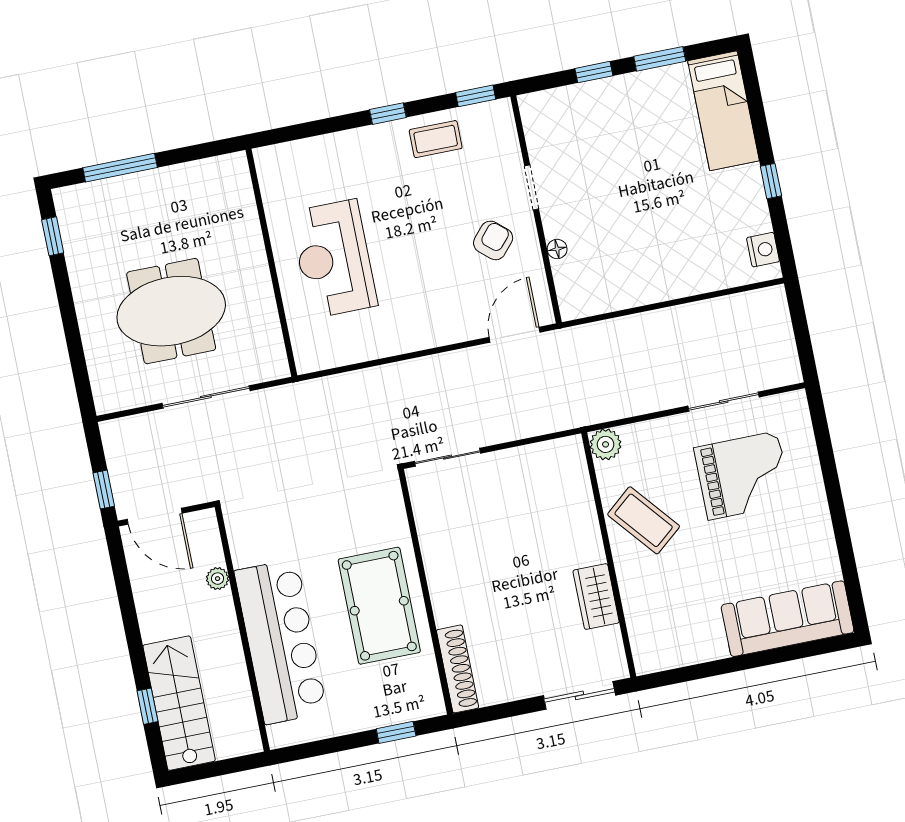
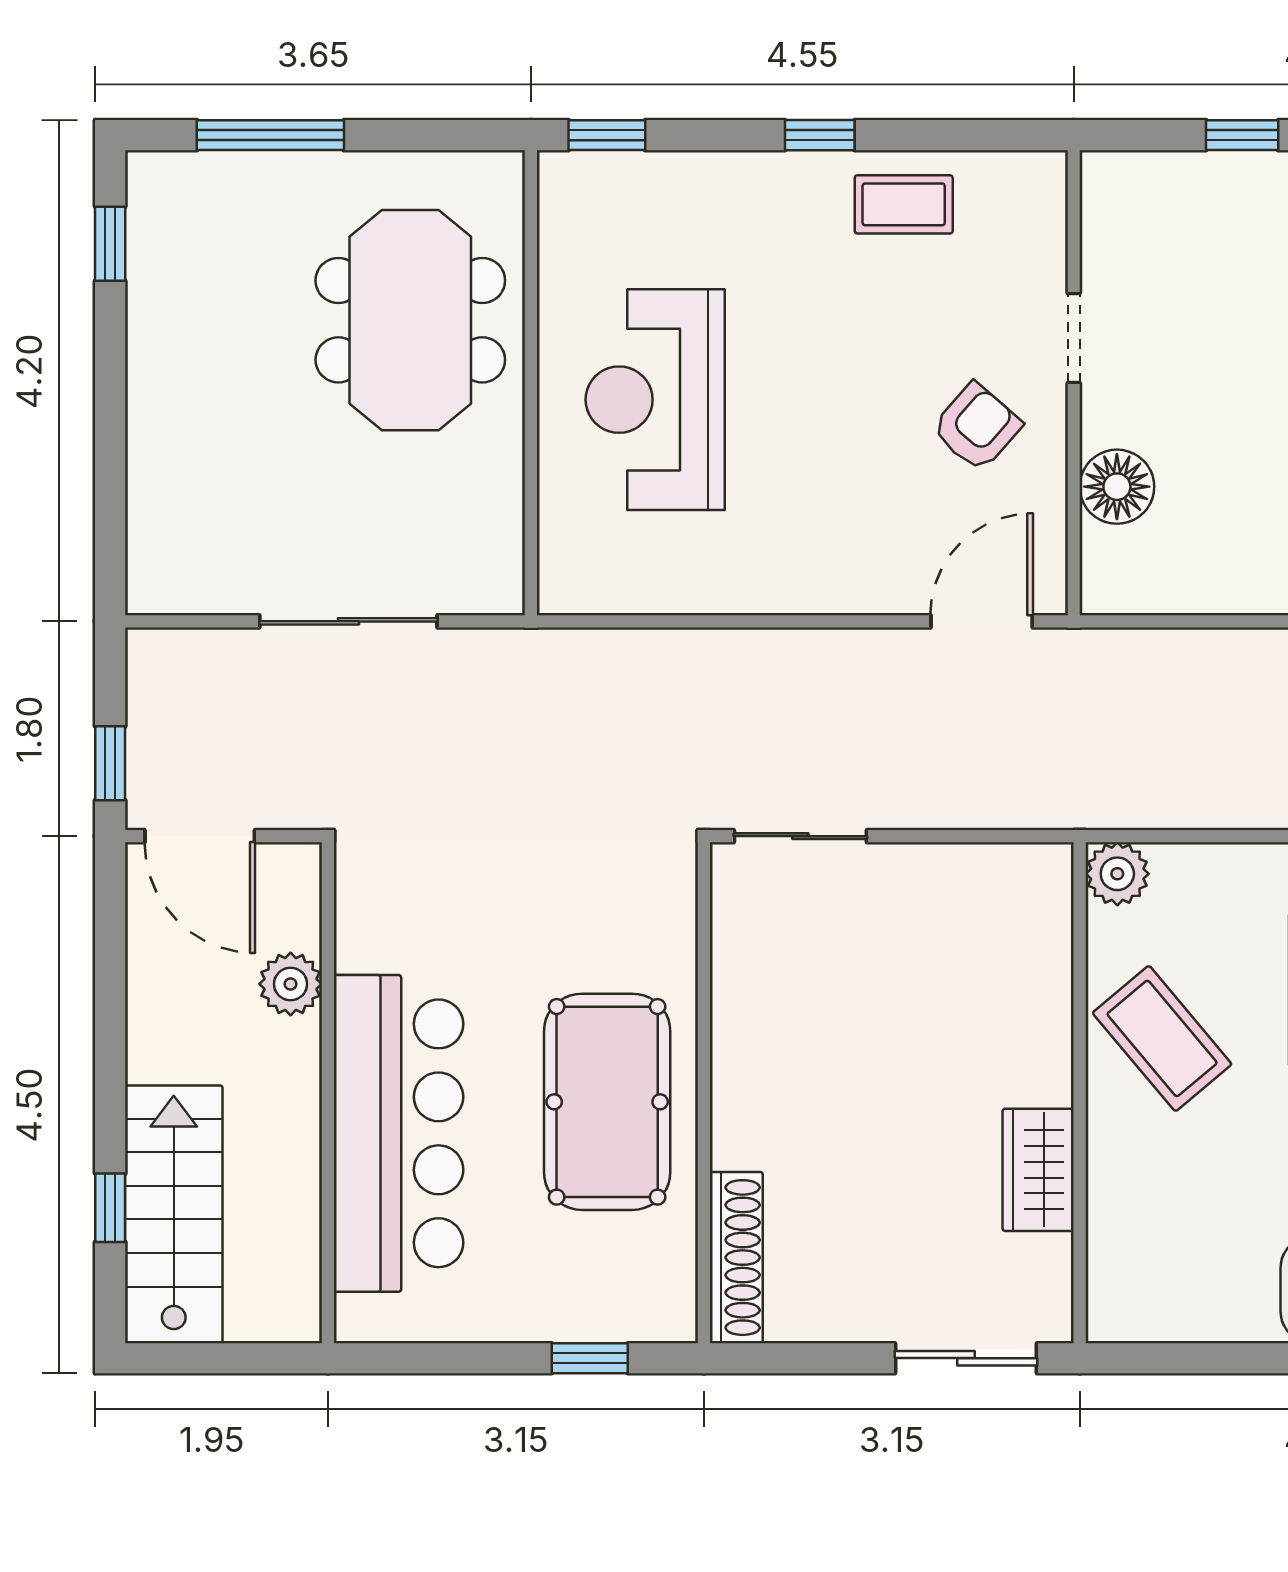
window: (476, 96) -> (607, 135), moved
floor lamp: (557, 249) -> (1117, 487), width x1.89, depth x1.89
meeting table: (171, 311) -> (410, 320), moved, turned 90
plant: (218, 579) -> (291, 984), width x1.38, depth x1.38

